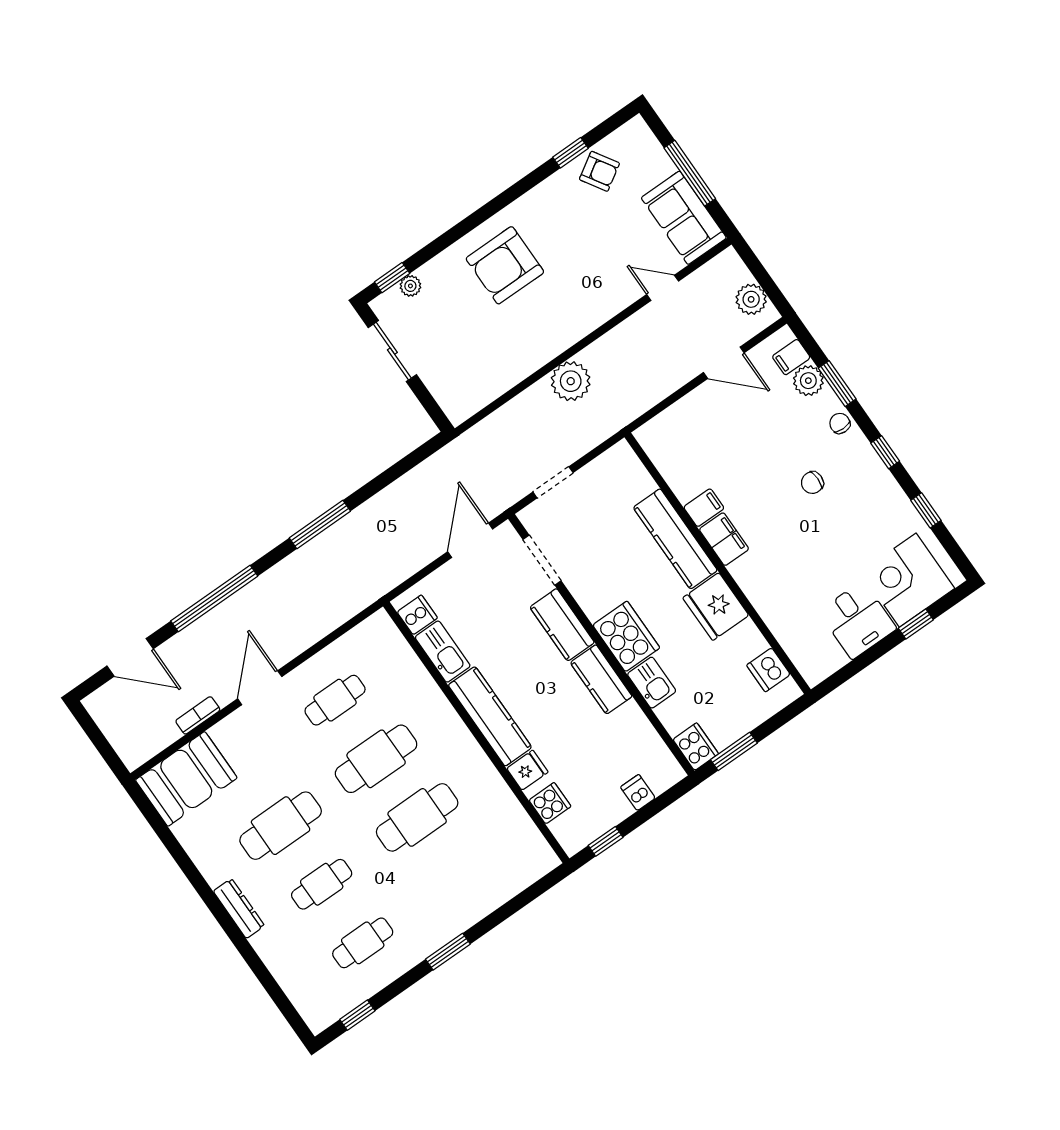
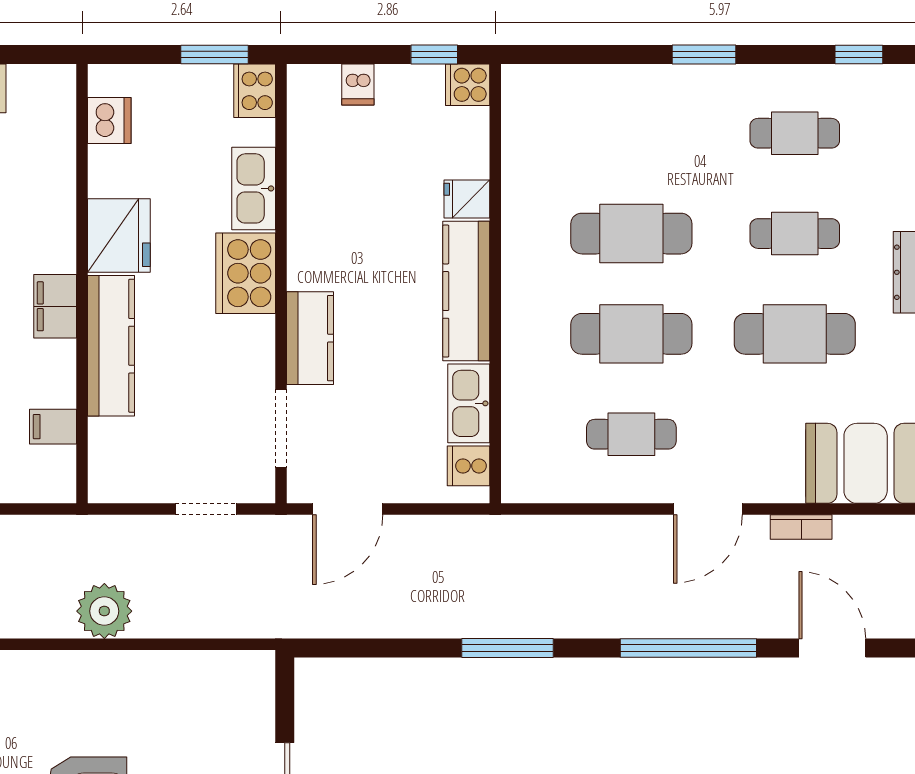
filing cabinet: (704, 508) -> (53, 427), moved
kitchen counter: (601, 679) -> (309, 244), removed
kitchen sink: (652, 683) -> (254, 188), width x1.38
cooker: (550, 803) -> (468, 85), moved

